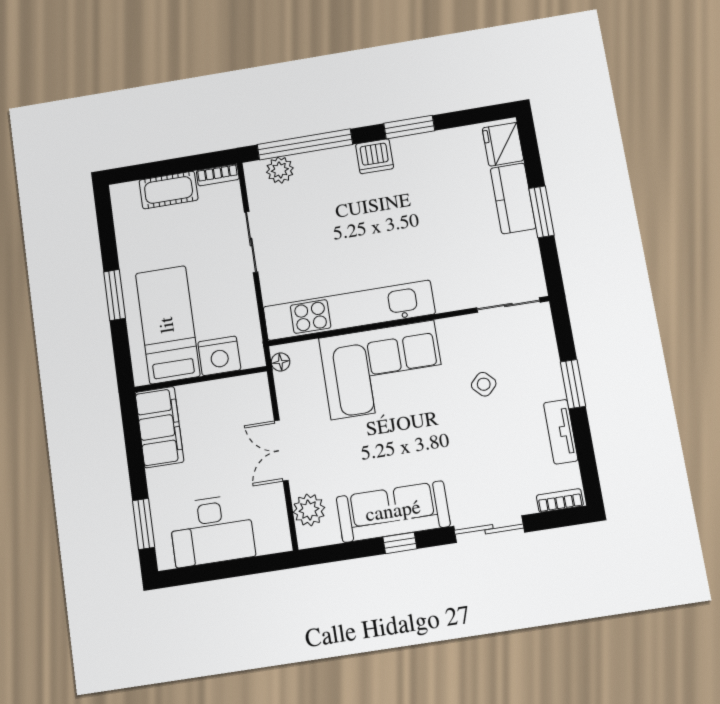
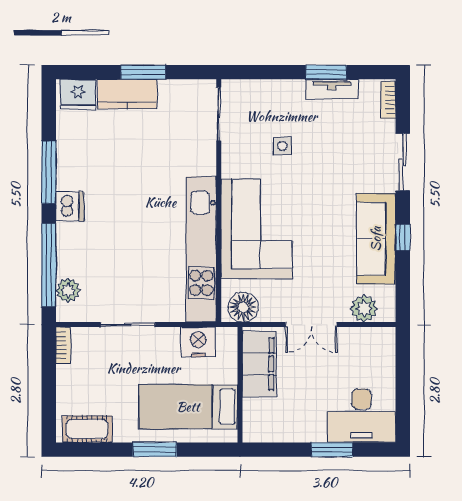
window: (409, 127) -> (49, 172), width x1.44
cot: (169, 190) -> (87, 429), moved, turned 90
nightstand: (219, 356) -> (198, 342), moved, turned -90
floor lamp: (280, 362) -> (243, 307), width x1.89, depth x1.89
side table: (484, 384) -> (282, 146), turned 45
window: (573, 384) -> (326, 72), moved
filing cabinet: (159, 427) -> (259, 364), moved, turned 90
window: (144, 524) -> (332, 450), moved
desk: (212, 530) -> (361, 416), moved, turned 90

